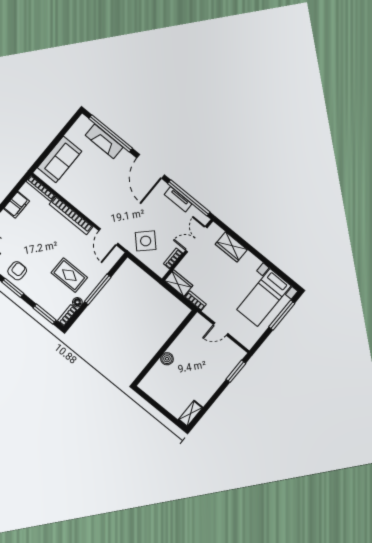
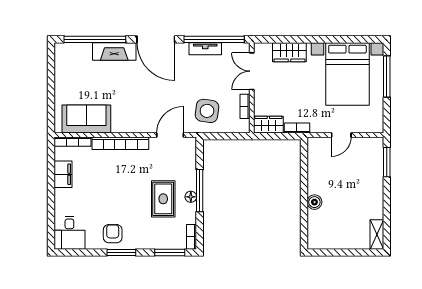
fireplace: (104, 141) -> (114, 51), moved
sofa: (60, 159) -> (86, 119), moved, turned -90
door: (108, 237) -> (170, 135), swing flipped
side table: (146, 241) -> (207, 111), turned -38
rug: (69, 275) -> (163, 199), turned 90
bed with nightstands: (264, 298) -> (347, 74), width x1.36
floor lamp: (77, 302) -> (191, 197), moved

